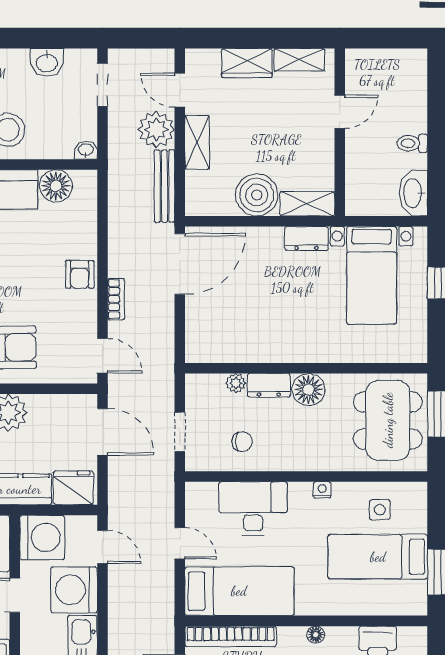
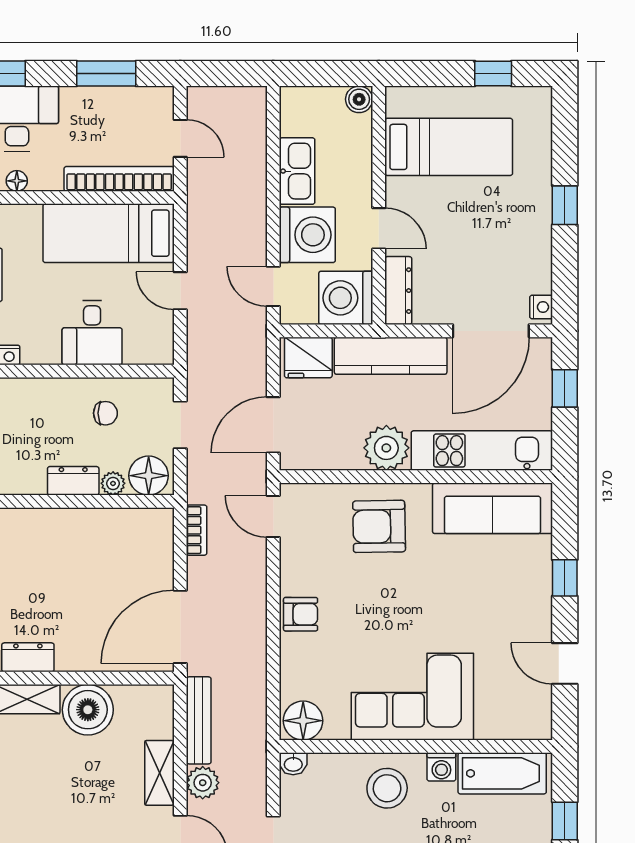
plant: (156, 129) -> (203, 783), width x0.73, depth x0.73
floor lamp: (56, 186) -> (303, 721), moved
armchair: (80, 274) -> (301, 614), turned 90
bookcase: (116, 299) -> (197, 530), moved, turned 180
floor lamp: (309, 390) -> (149, 476), moved
door: (102, 432) -> (273, 425), hinge flipped
chair: (242, 442) -> (105, 413), turned 180
desk: (253, 508) -> (92, 333), width x0.73

